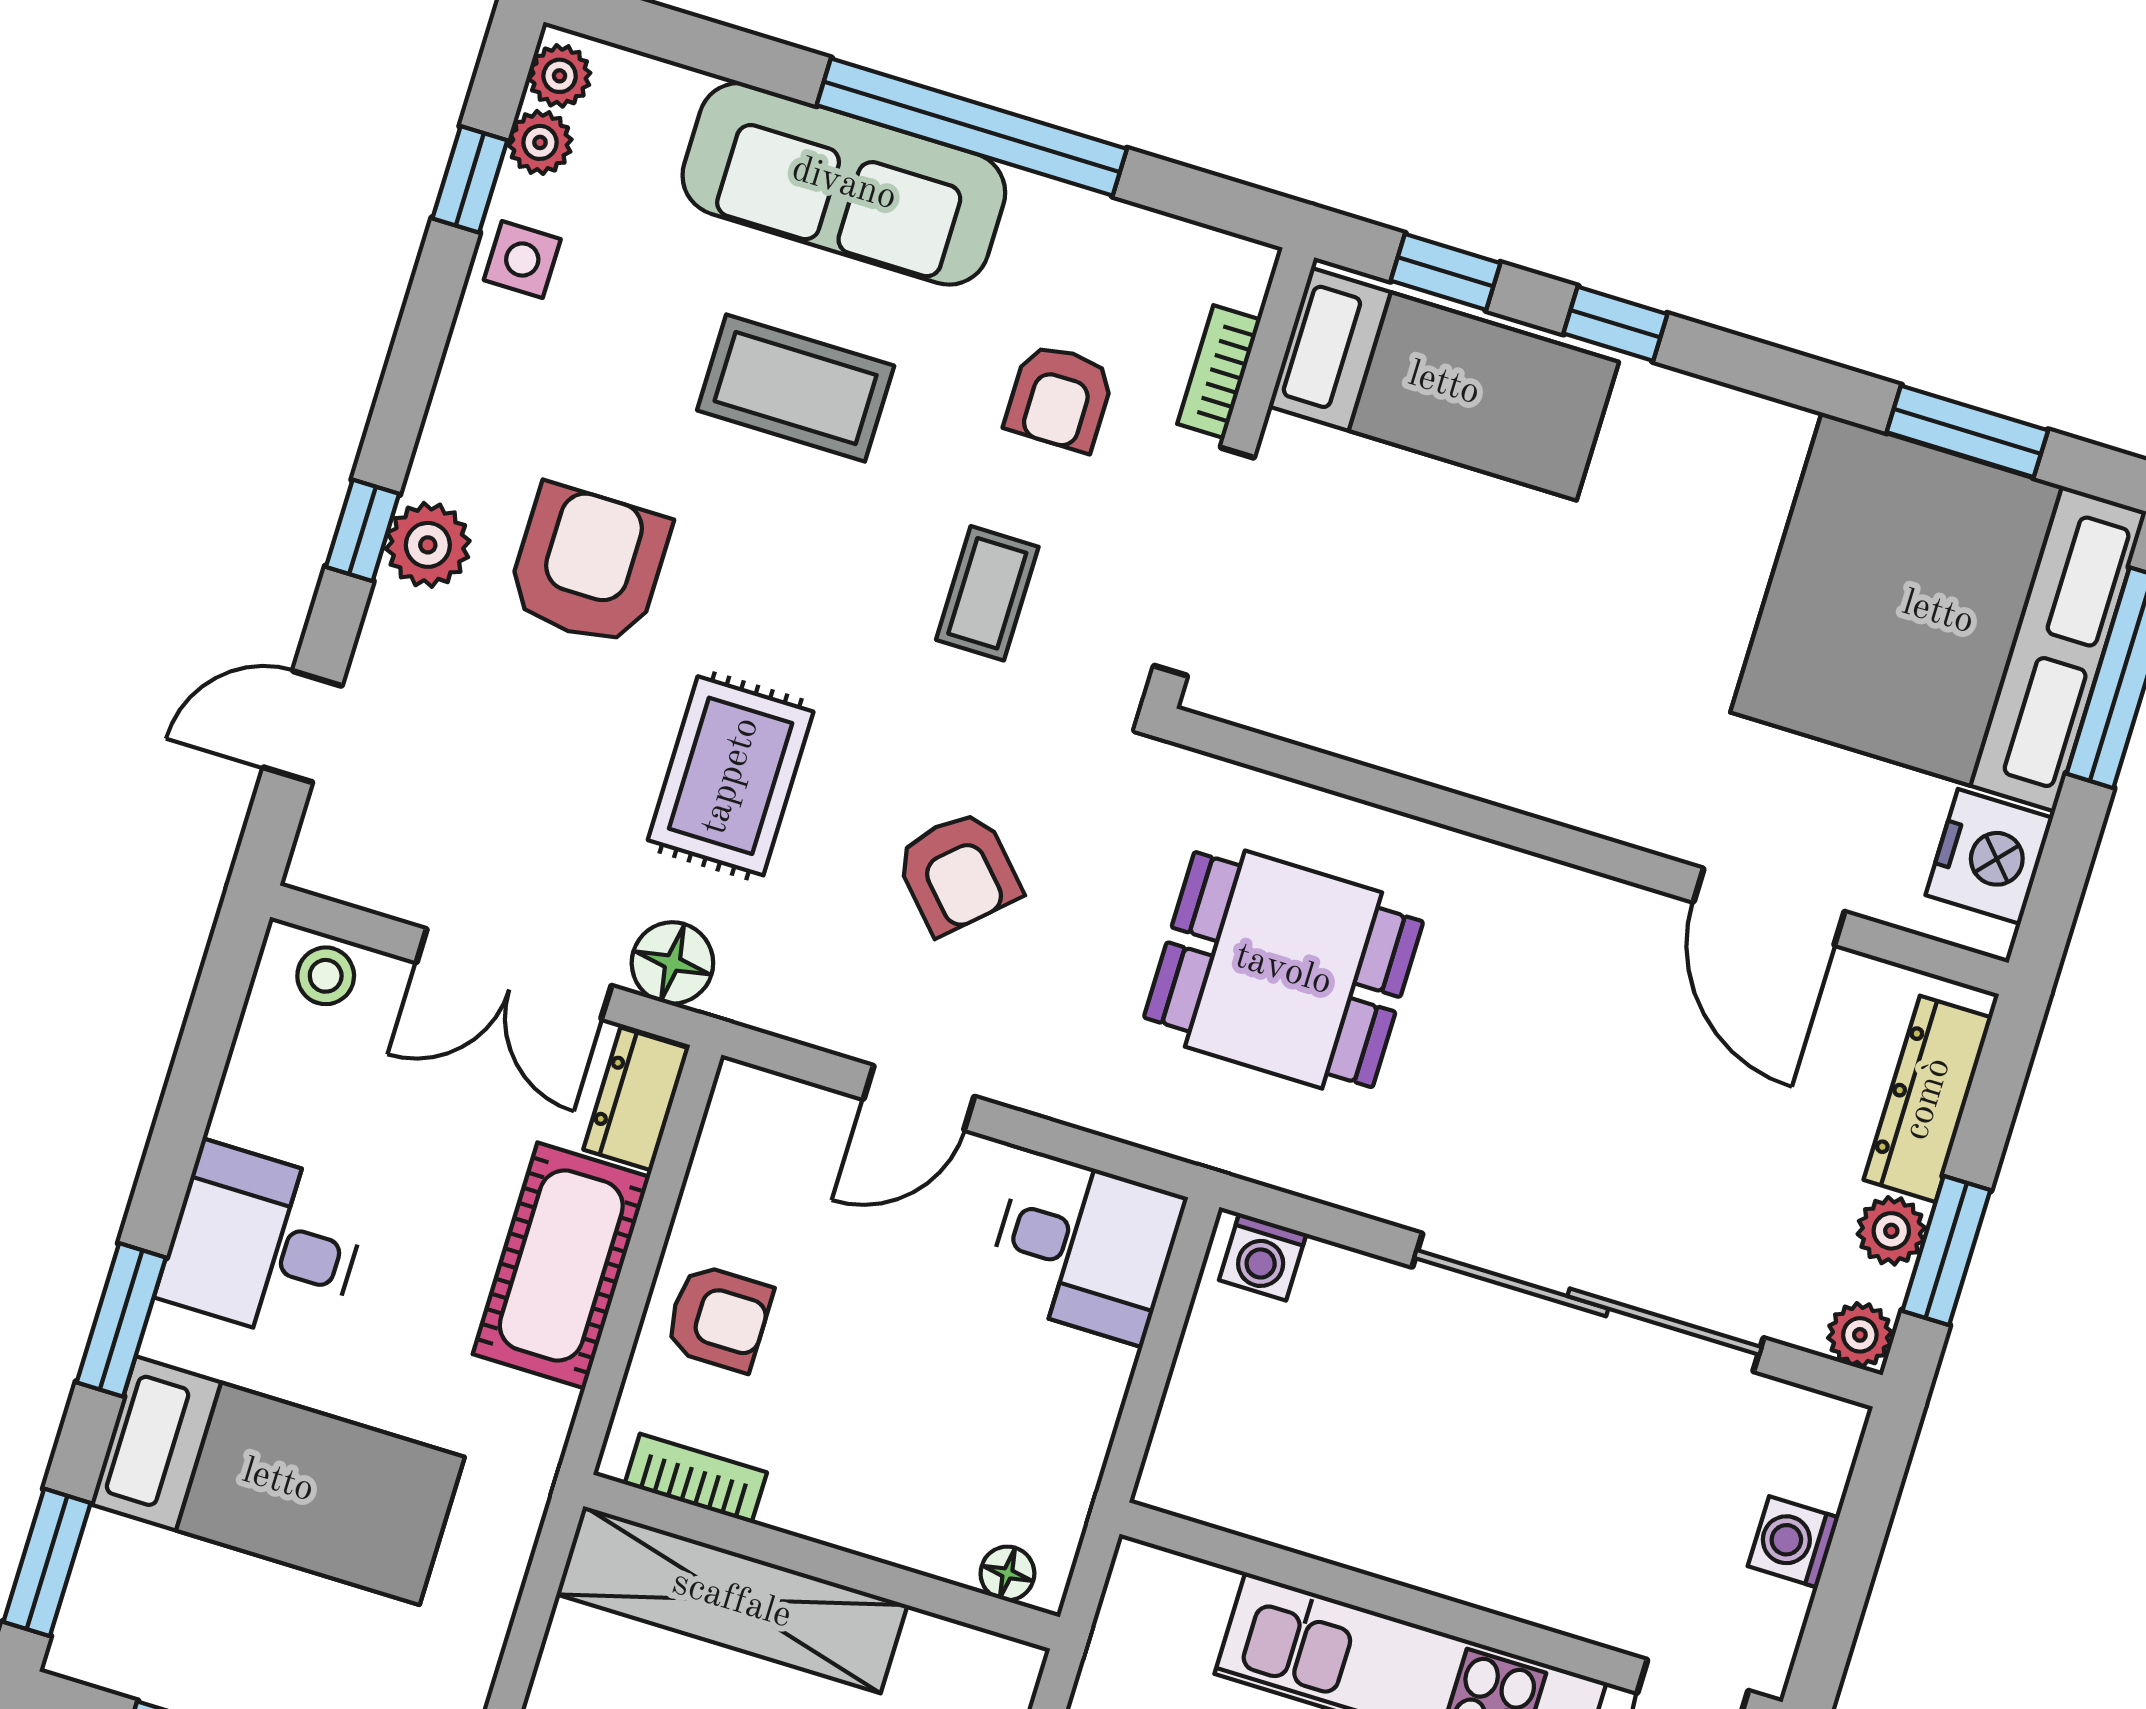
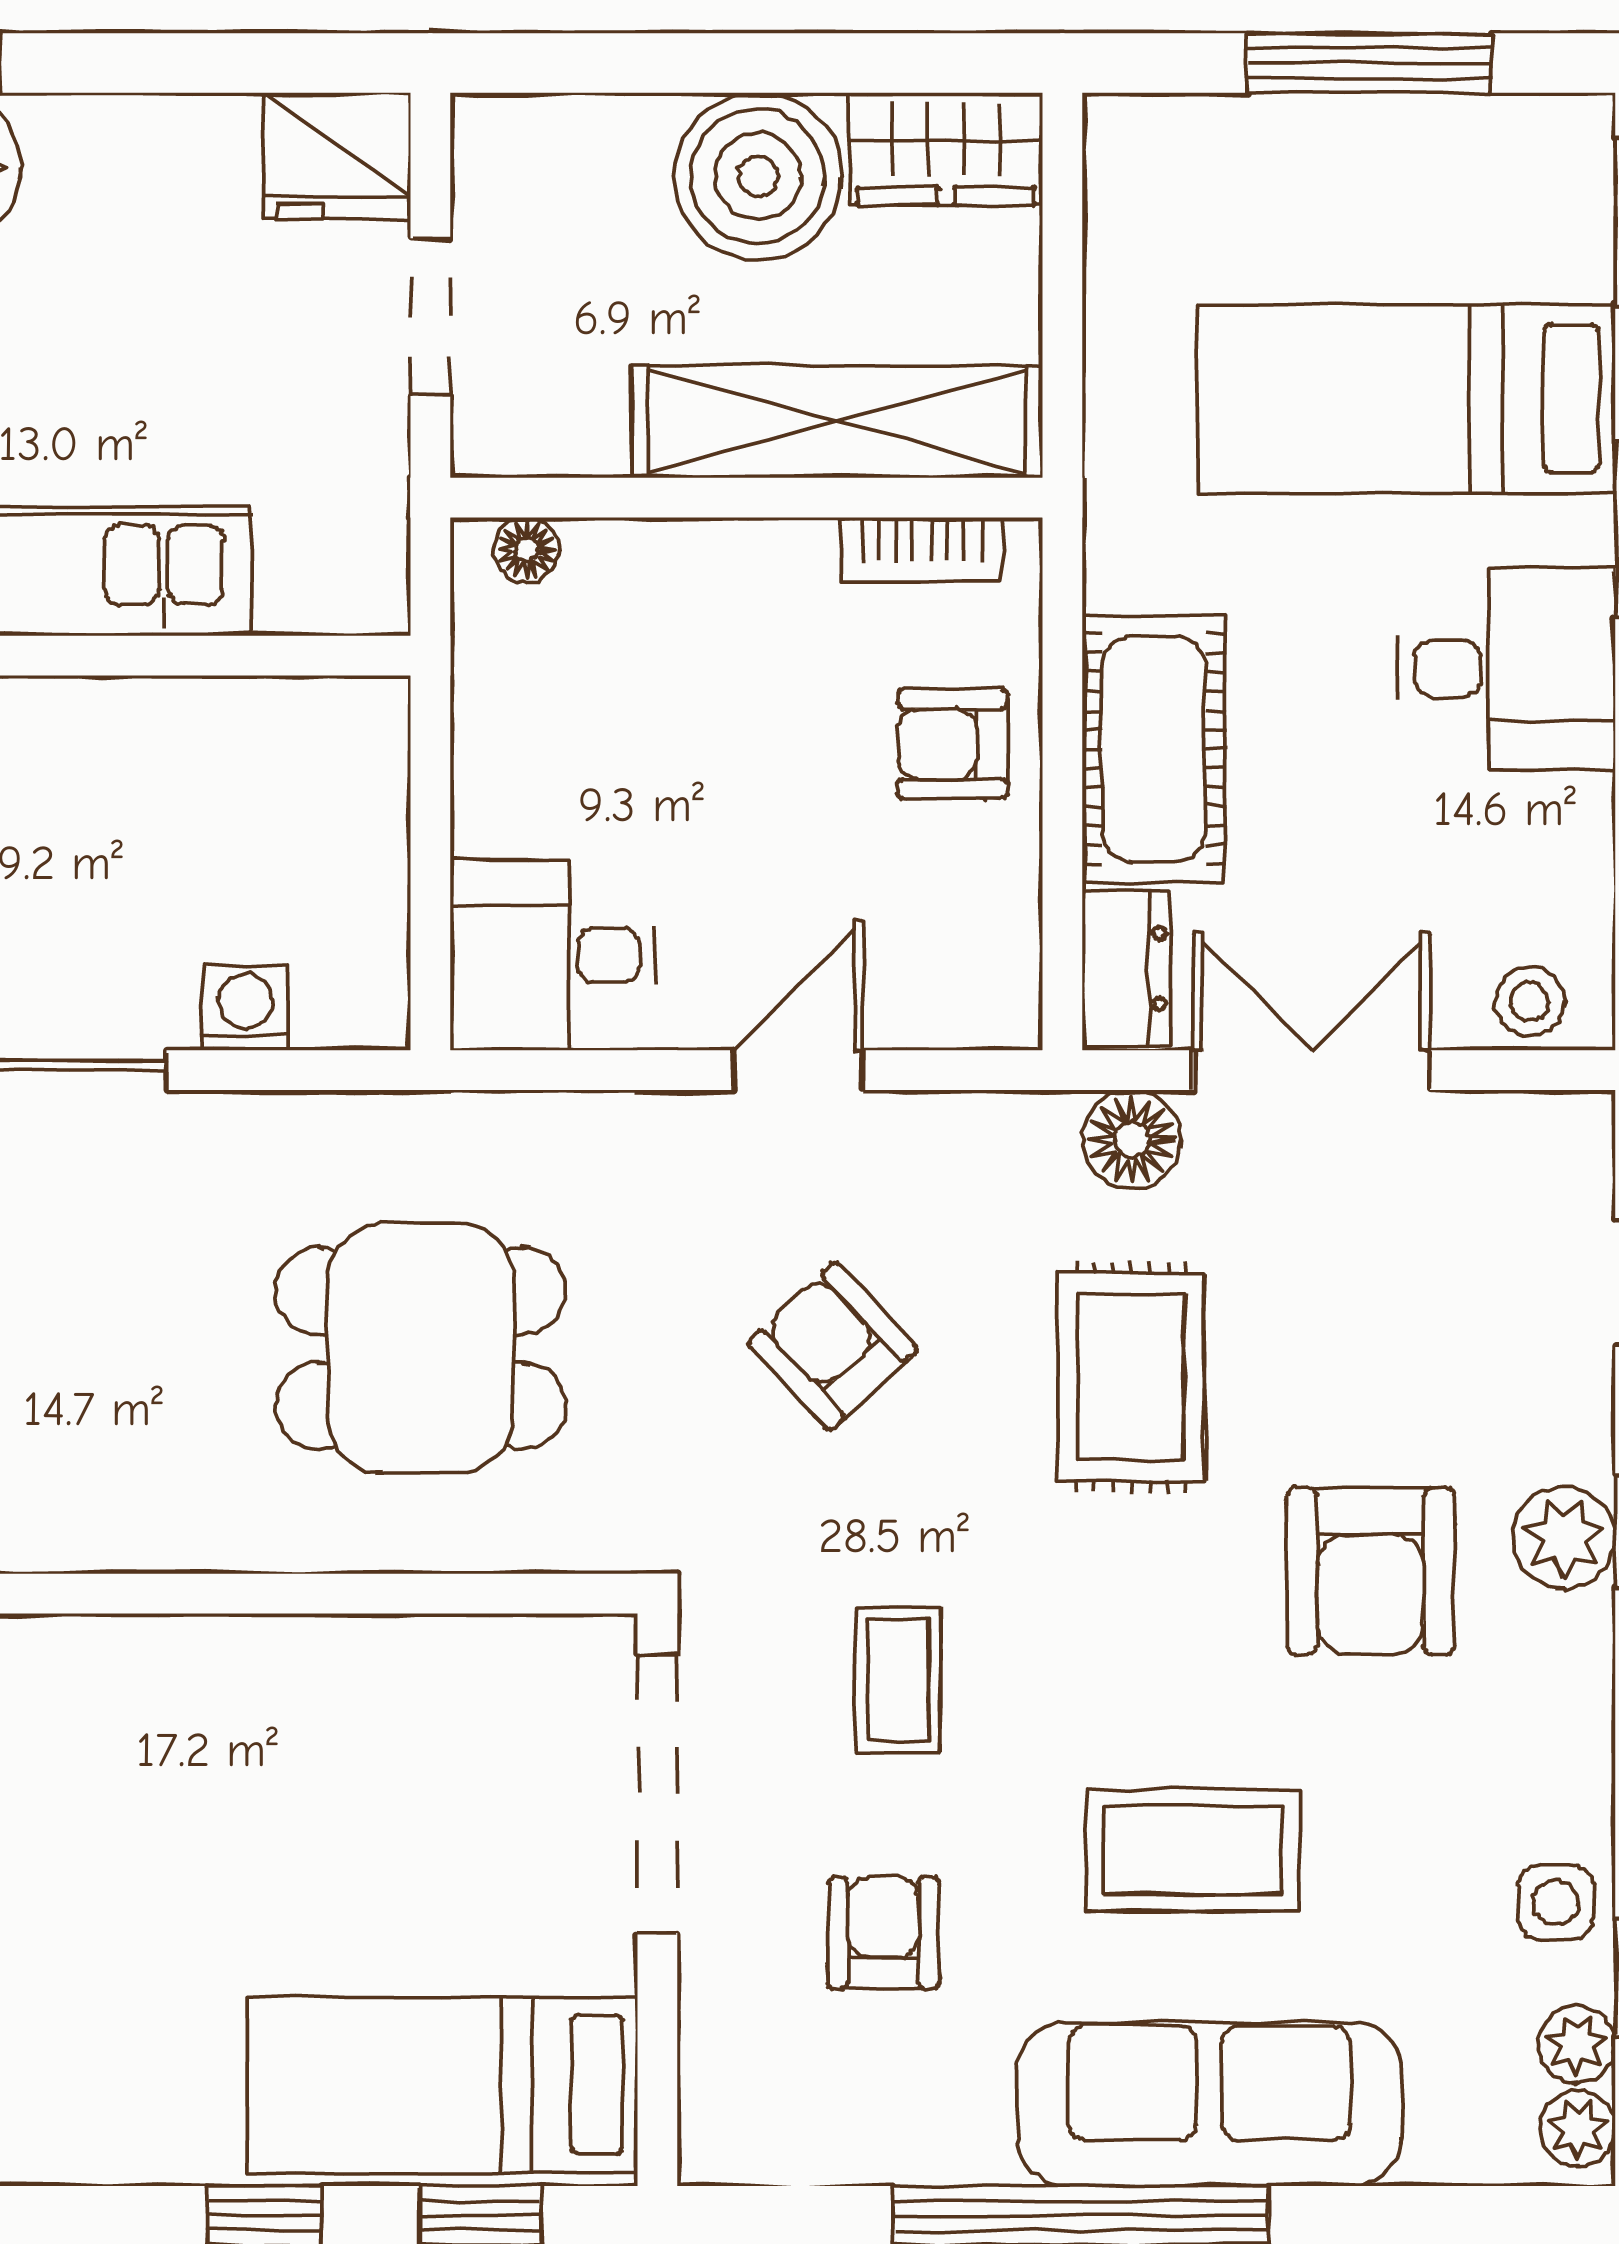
bookcase: (1219, 372) -> (707, 2019), removed
washing machine: (1263, 1257) -> (246, 1008), moved

